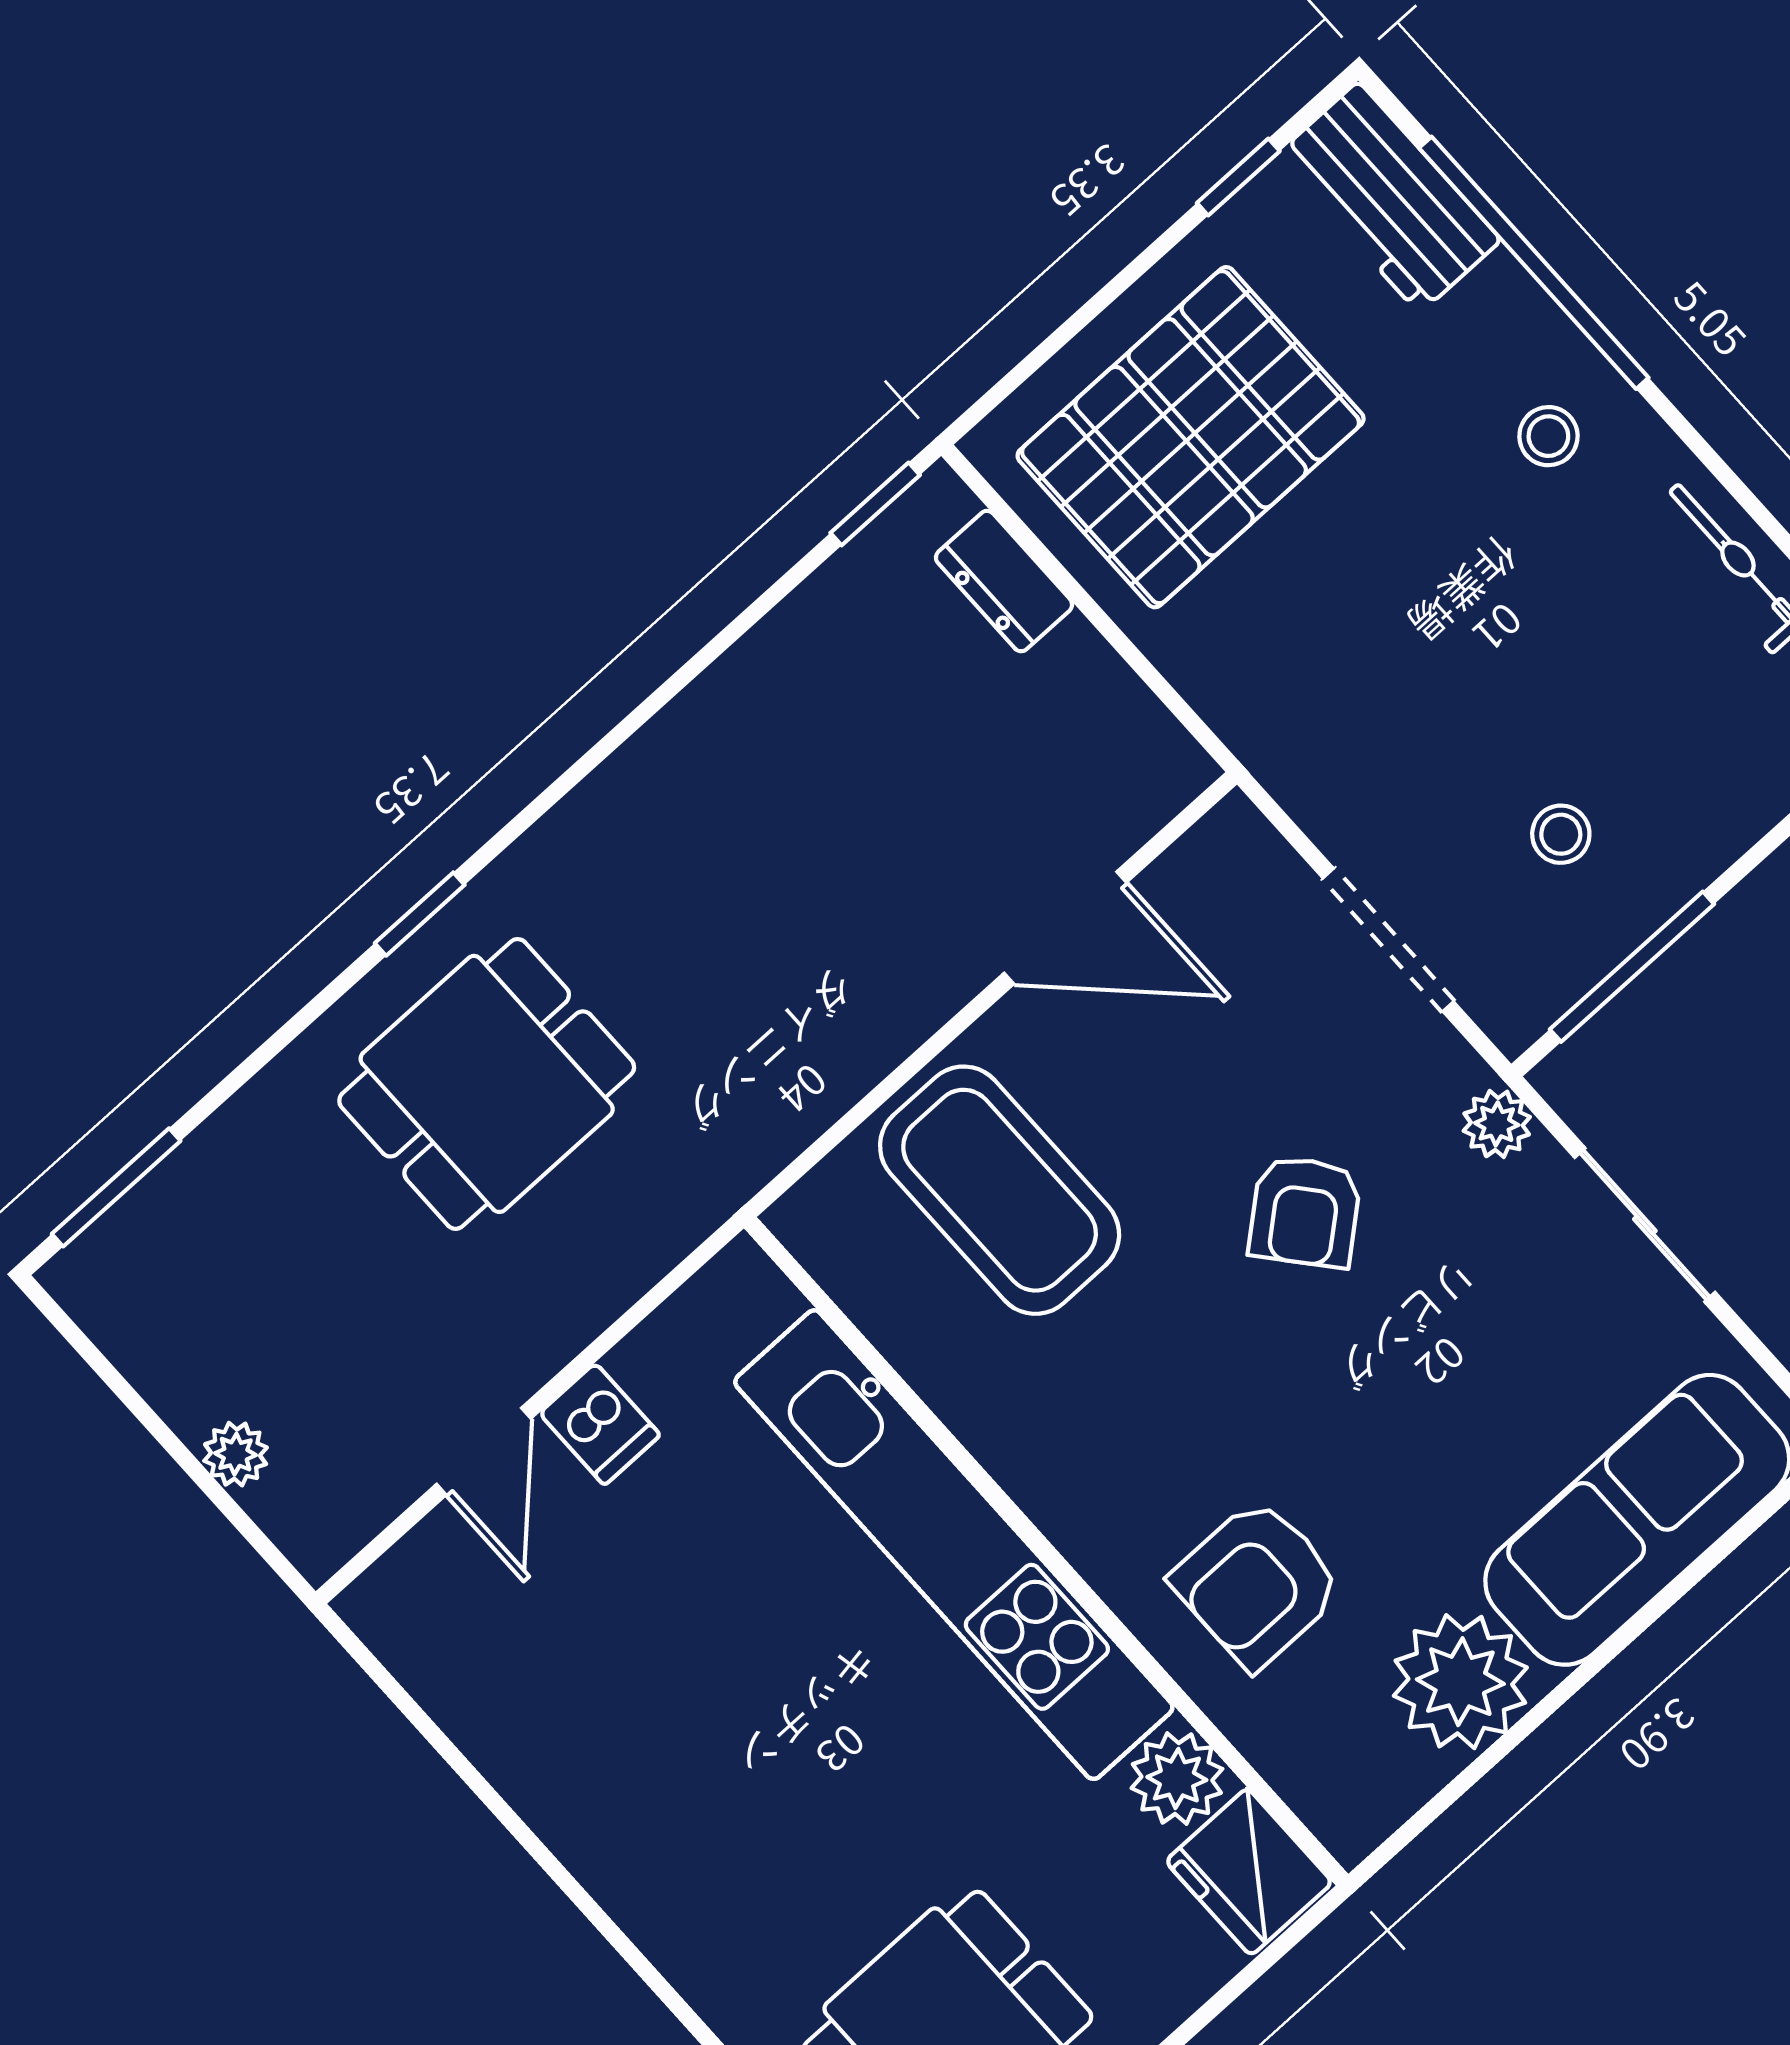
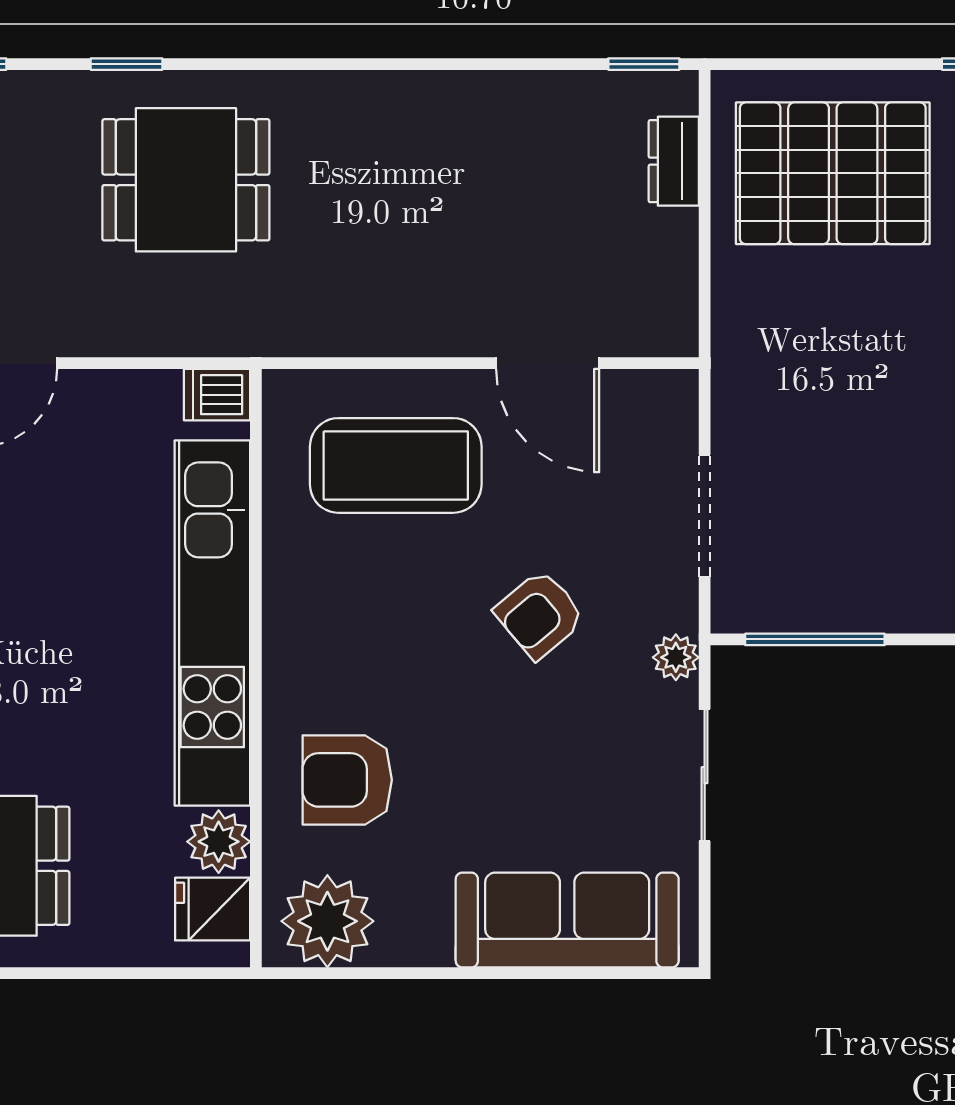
stool: (1561, 834) -> (839, 541), removed
window: (420, 914) -> (127, 64), moved
coffee table: (1000, 1190) -> (396, 465), turned 90
dishwasher: (600, 1424) -> (217, 395), moved, turned 90
plant: (1460, 1682) -> (327, 921), moved
fridge: (1249, 1872) -> (213, 909), width x0.72

